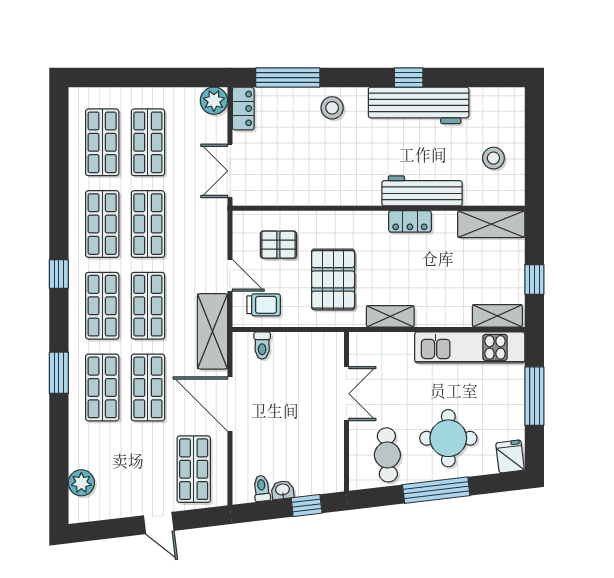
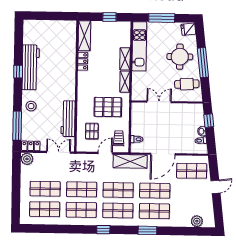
stool: (493, 158) -> (55, 34), removed
double door: (230, 171) -> (58, 152), swing flipped
workbench: (422, 191) -> (68, 119), moved
locker: (410, 221) -> (83, 61), moved
shelving: (497, 316) -> (125, 59), moved

